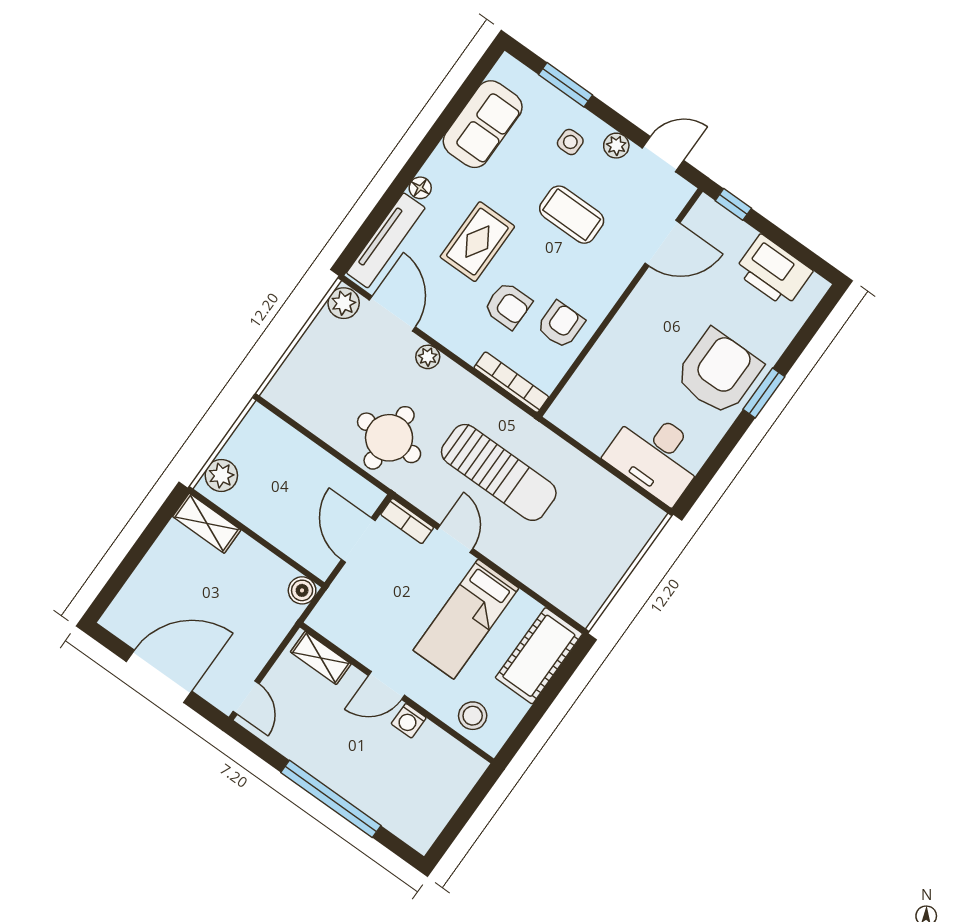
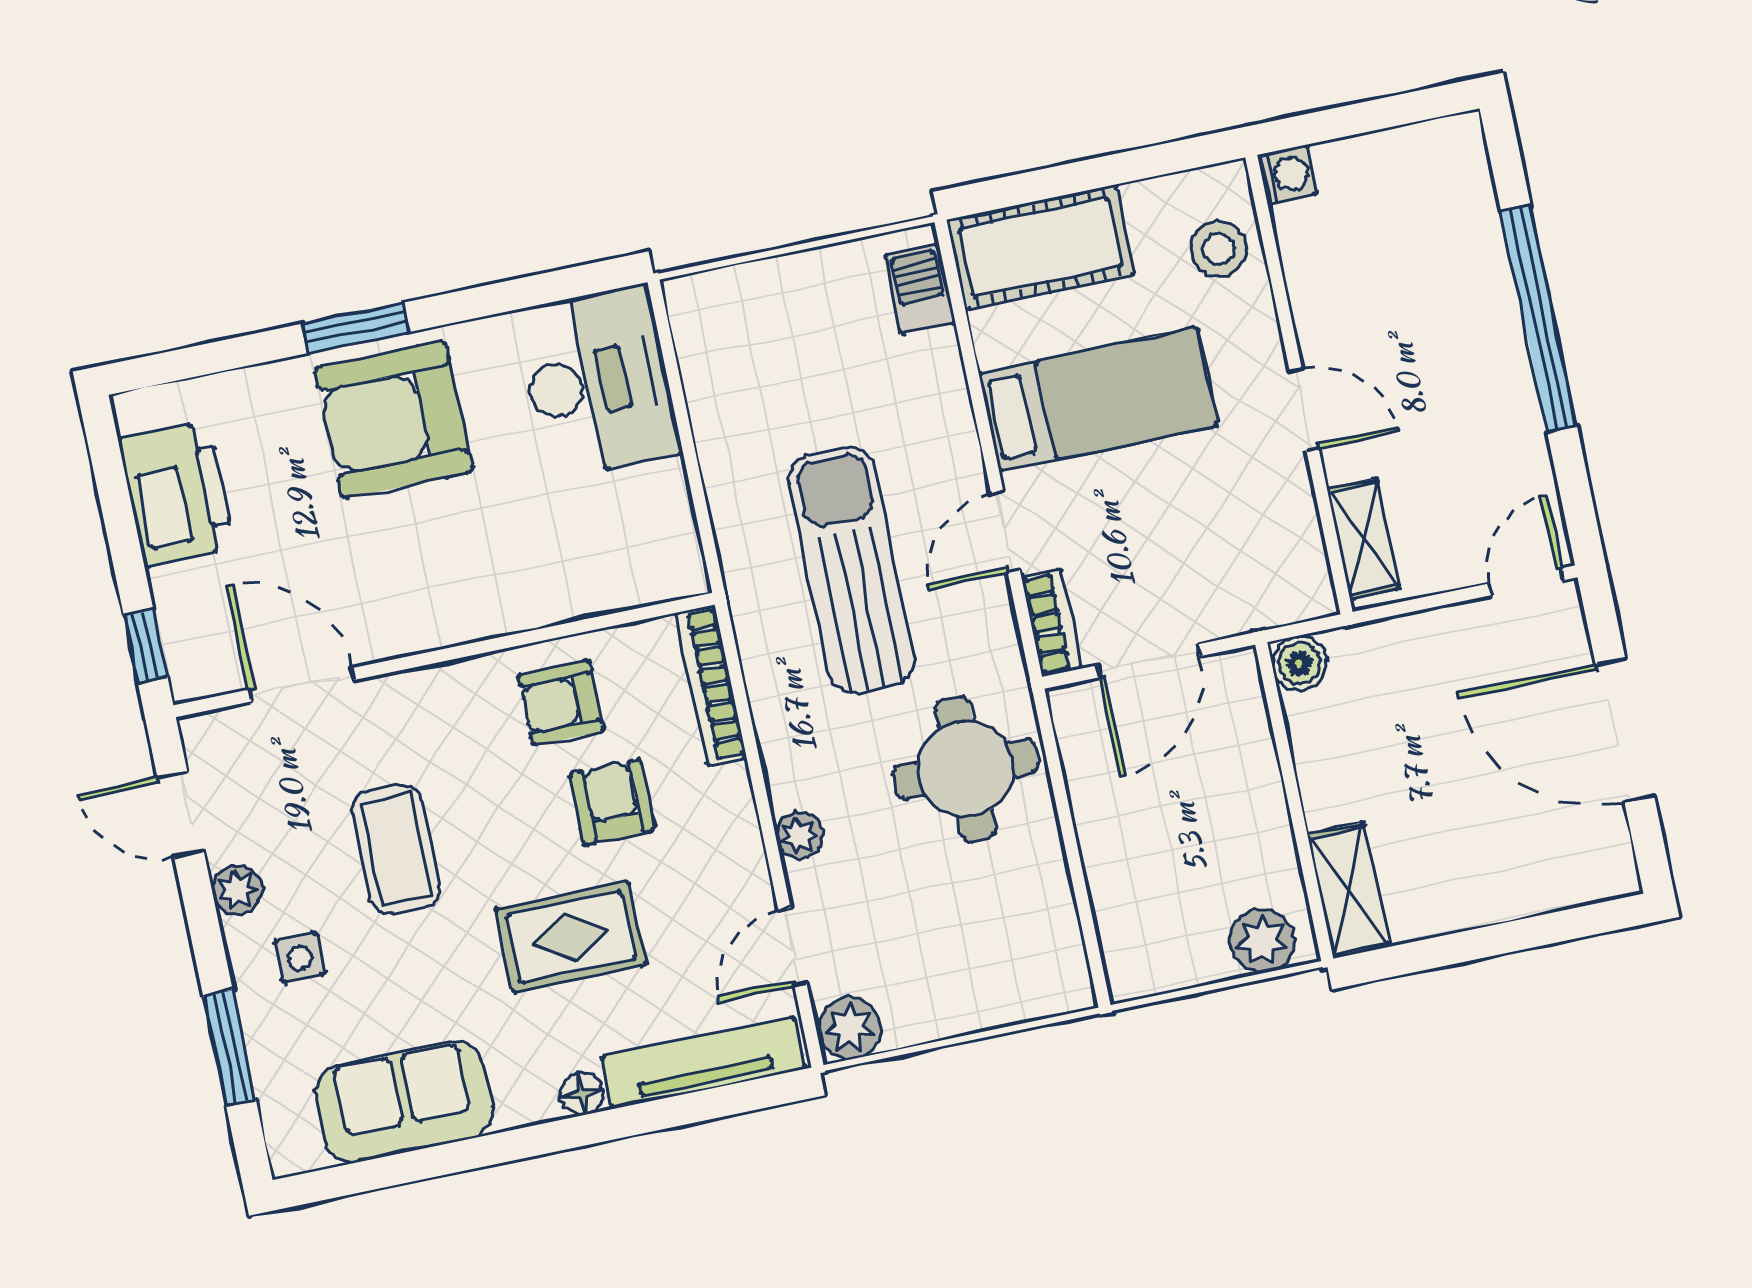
door: (392, 313) -> (793, 947), width x0.73
barbecue: (569, 599) -> (920, 289), added
washing machine: (409, 721) -> (1287, 175), moved

